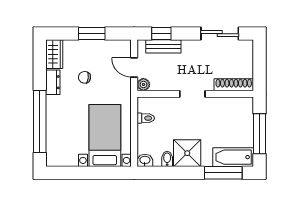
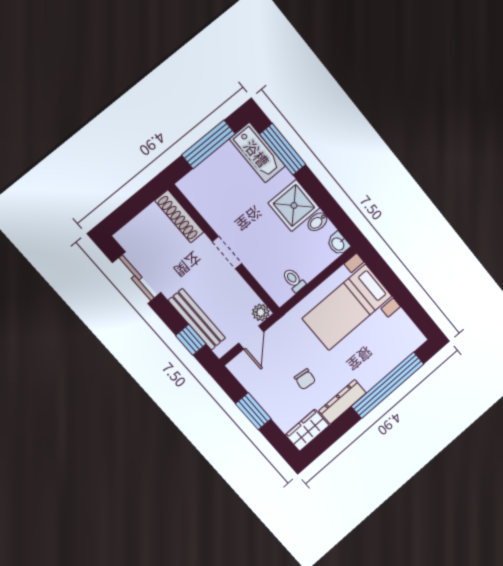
bench: (163, 46) -> (197, 319), width x1.36
dresser: (53, 82) -> (343, 402), width x1.44

